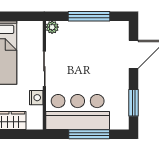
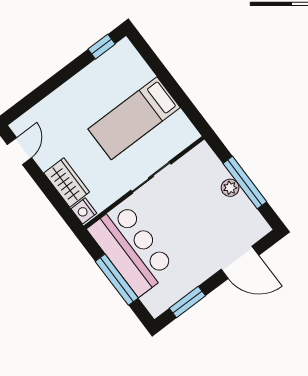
plant: (52, 27) -> (230, 188), moved
nightstand: (36, 98) -> (84, 211), moved, turned 90

